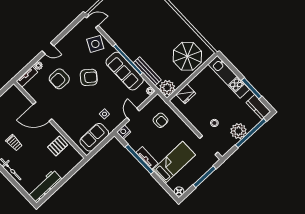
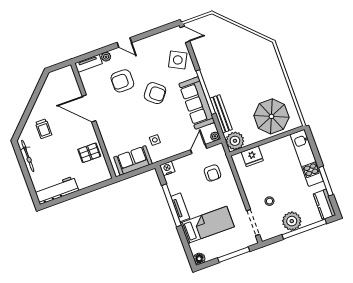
door: (133, 114) -> (199, 149), moved

